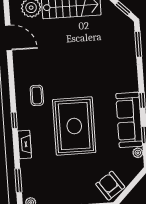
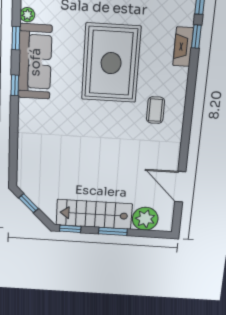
window: (138, 44) -> (13, 158), removed
window: (14, 120) -> (196, 36), moved

